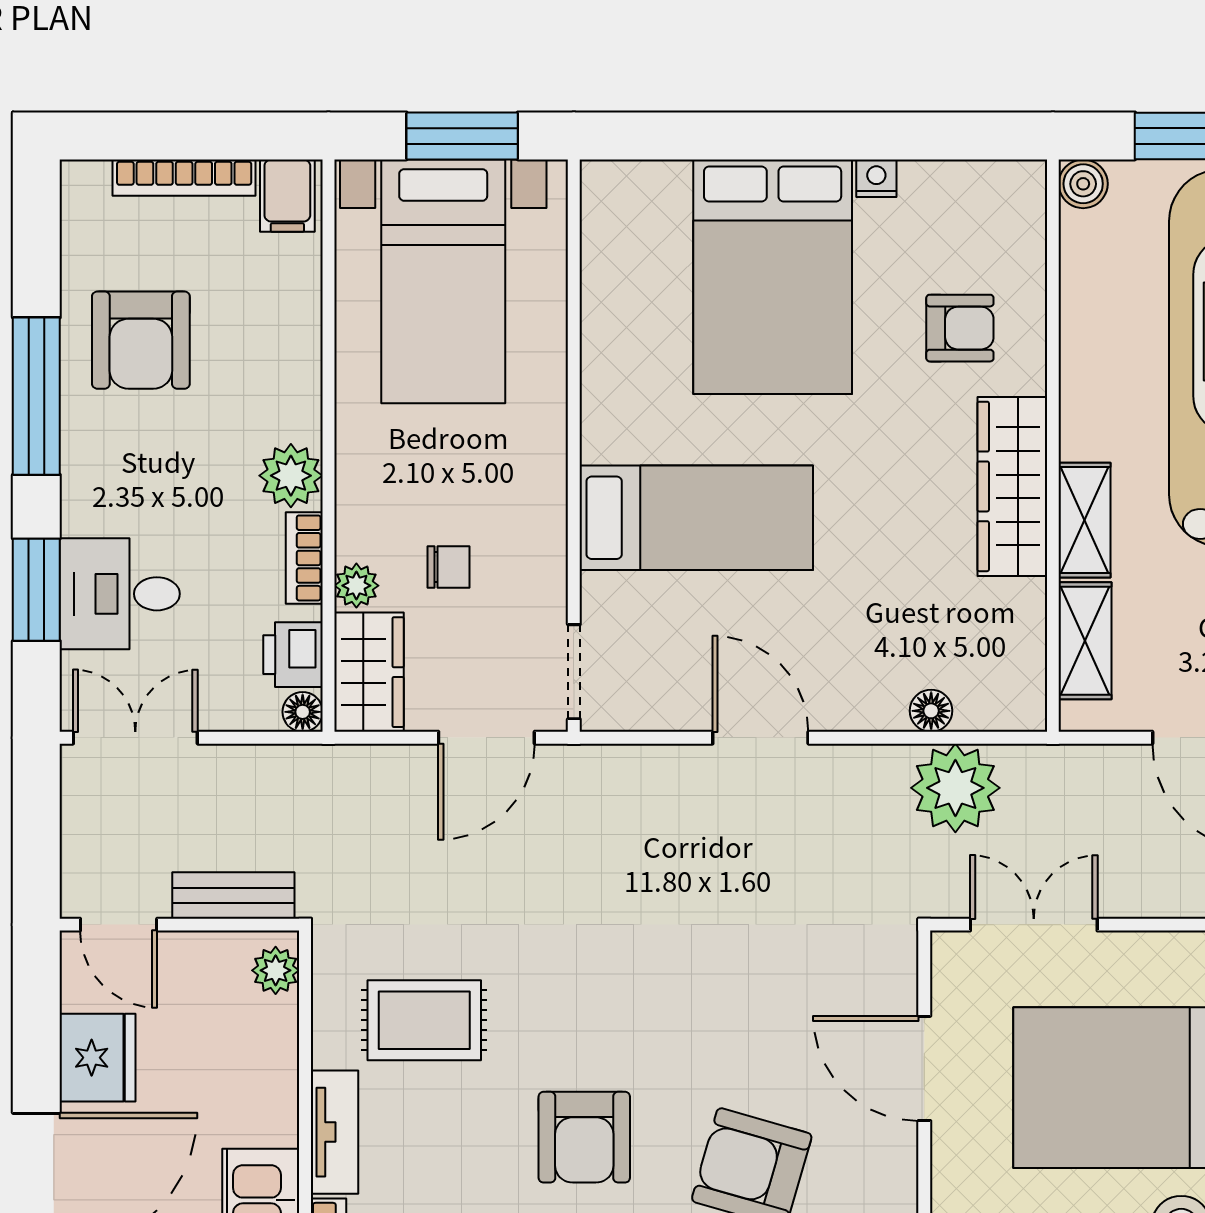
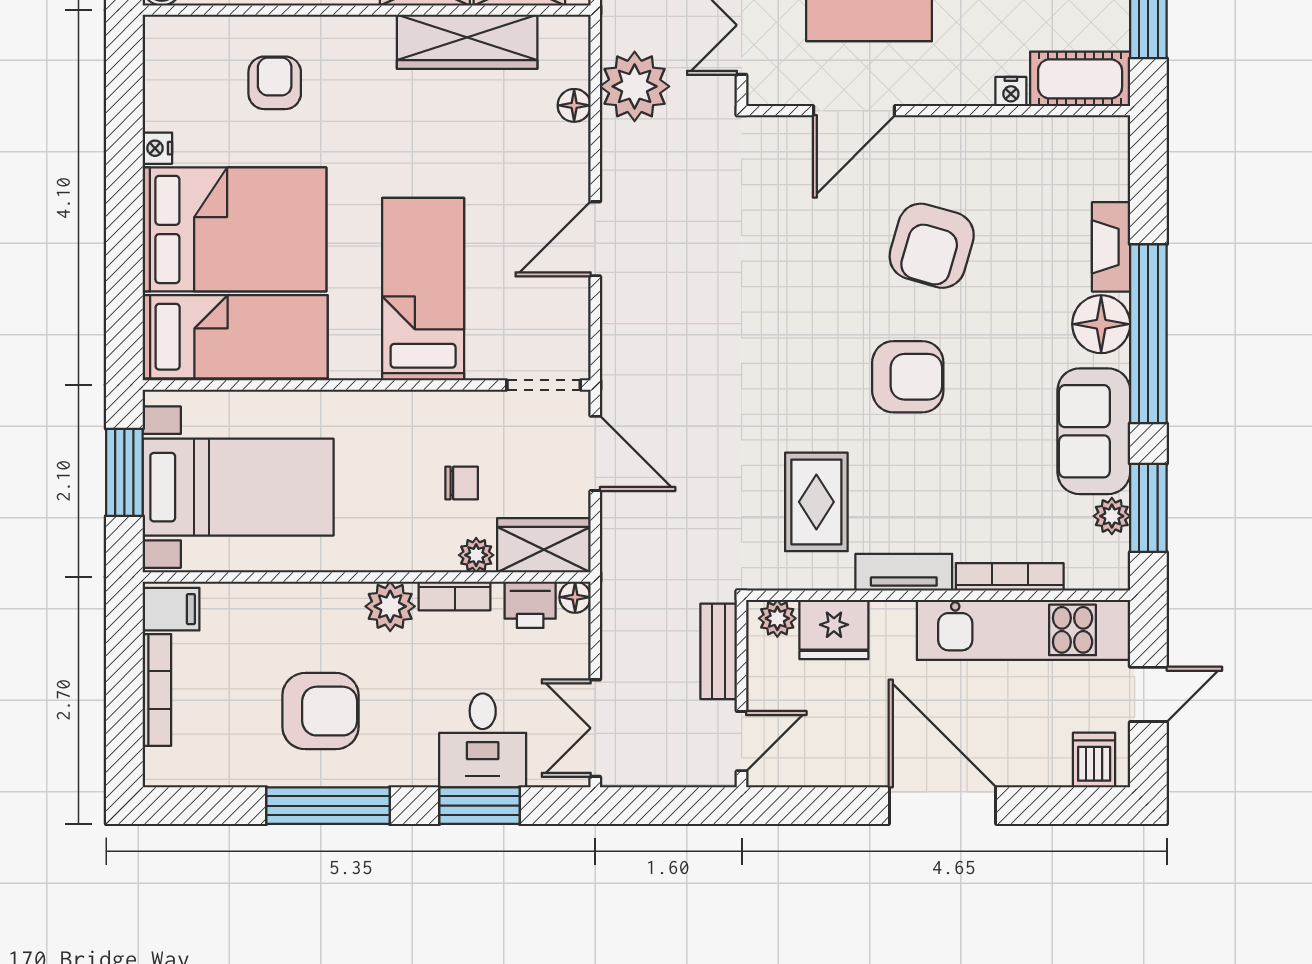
bed: (636, 277) -> (235, 337), added
armchair: (141, 340) -> (320, 711), moved
wardrobe: (1012, 486) -> (467, 42), moved
chair: (449, 567) -> (462, 483), turned 90
fridge: (98, 1058) -> (834, 629), moved, turned 180

